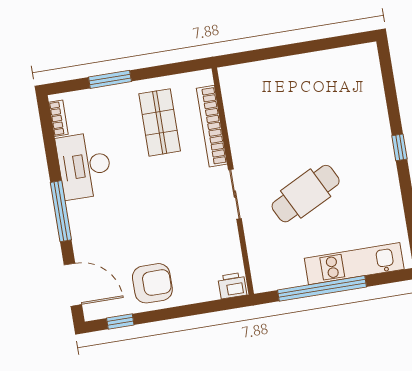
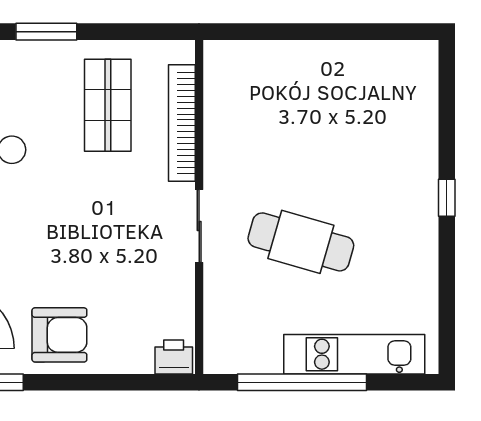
cafe table: (306, 194) -> (301, 242), turned 43

